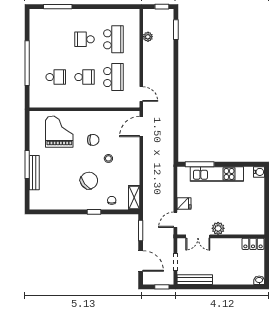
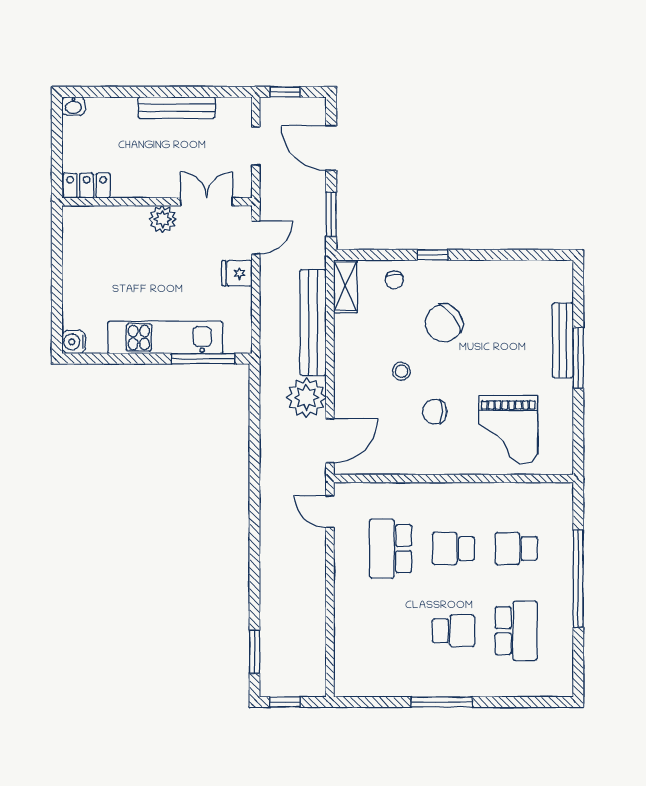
window: (58, 7) -> (442, 702), moved
plant: (148, 37) -> (306, 397), moved, width x1.88, depth x1.88
school desk: (113, 39) -> (516, 631), moved, turned 180
bench: (149, 181) -> (313, 323), added
bench: (195, 280) -> (177, 108), moved

